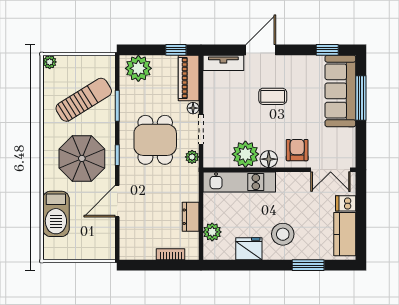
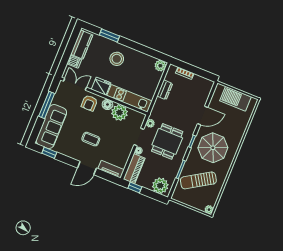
window: (361, 98) -> (47, 105), moved
barbecue: (56, 214) -> (235, 99), moved, turned -90
plant: (212, 232) -> (160, 66), moved
fridge: (249, 249) -> (101, 86), moved, turned 180

